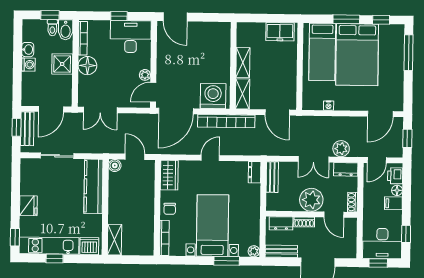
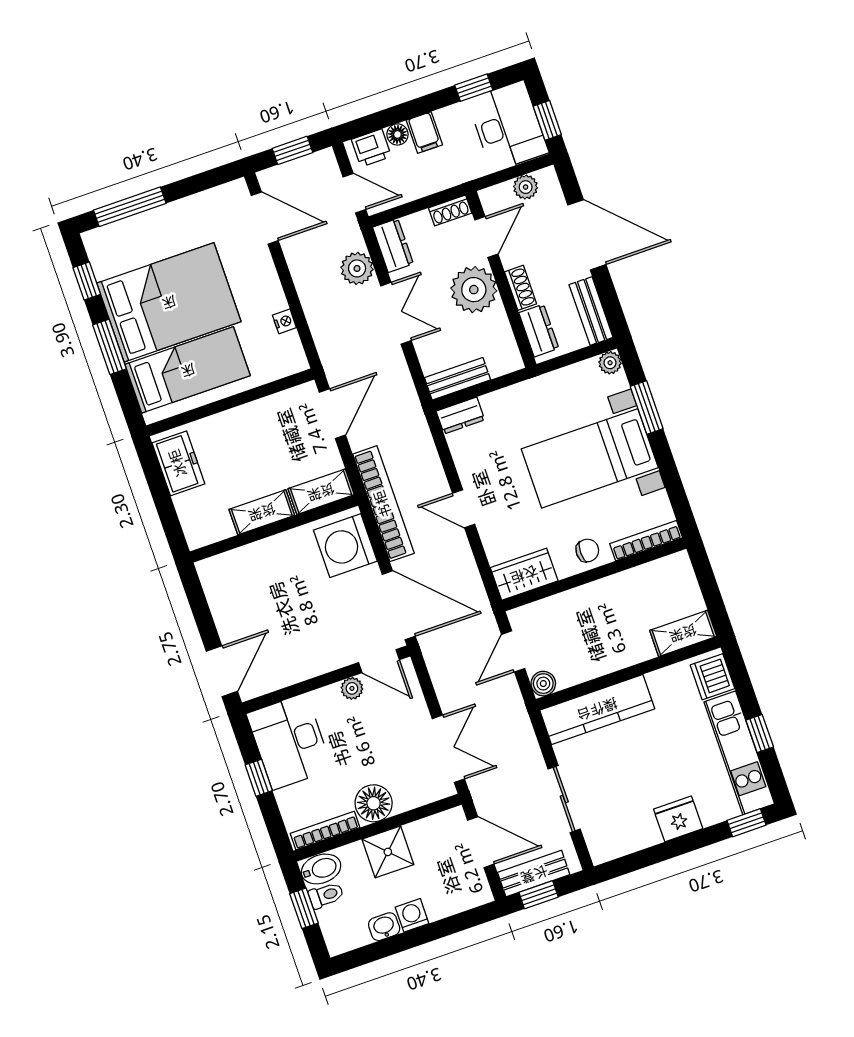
plant: (351, 241) -> (526, 187), added

